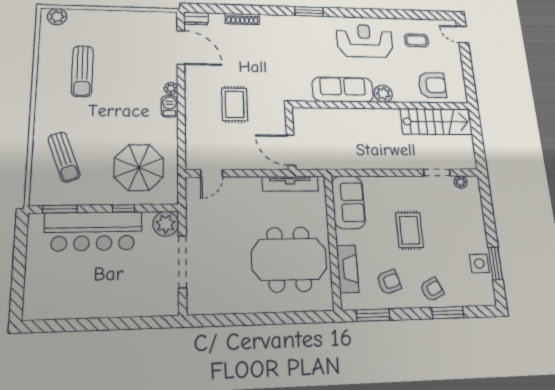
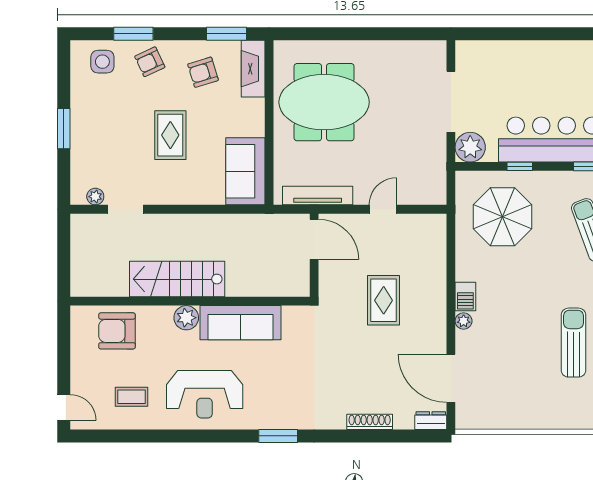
stairs: (436, 122) -> (177, 279), moved
door: (212, 173) -> (383, 209), moved
side table: (479, 263) -> (102, 62), moved
window: (495, 263) -> (64, 129), moved
fireplace: (348, 269) -> (253, 69), moved

